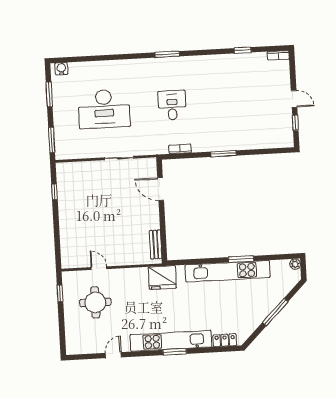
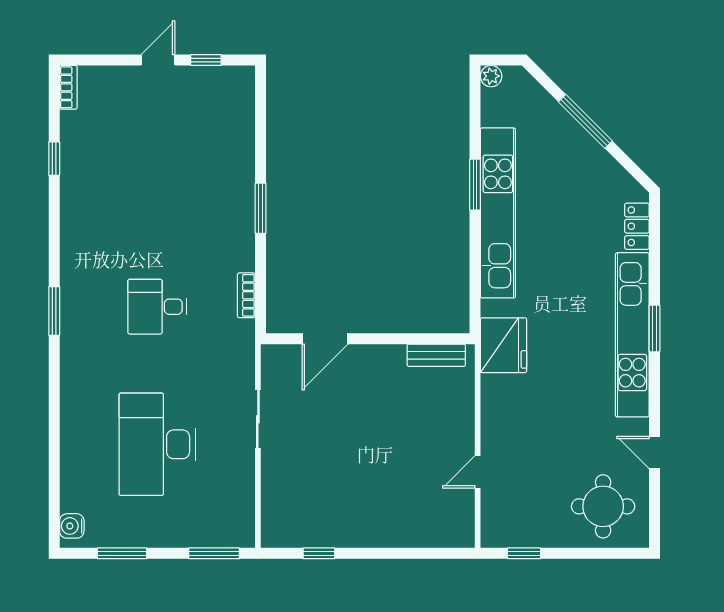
desk: (104, 109) -> (157, 444), turned 180
round table: (95, 302) -> (603, 506), moved

